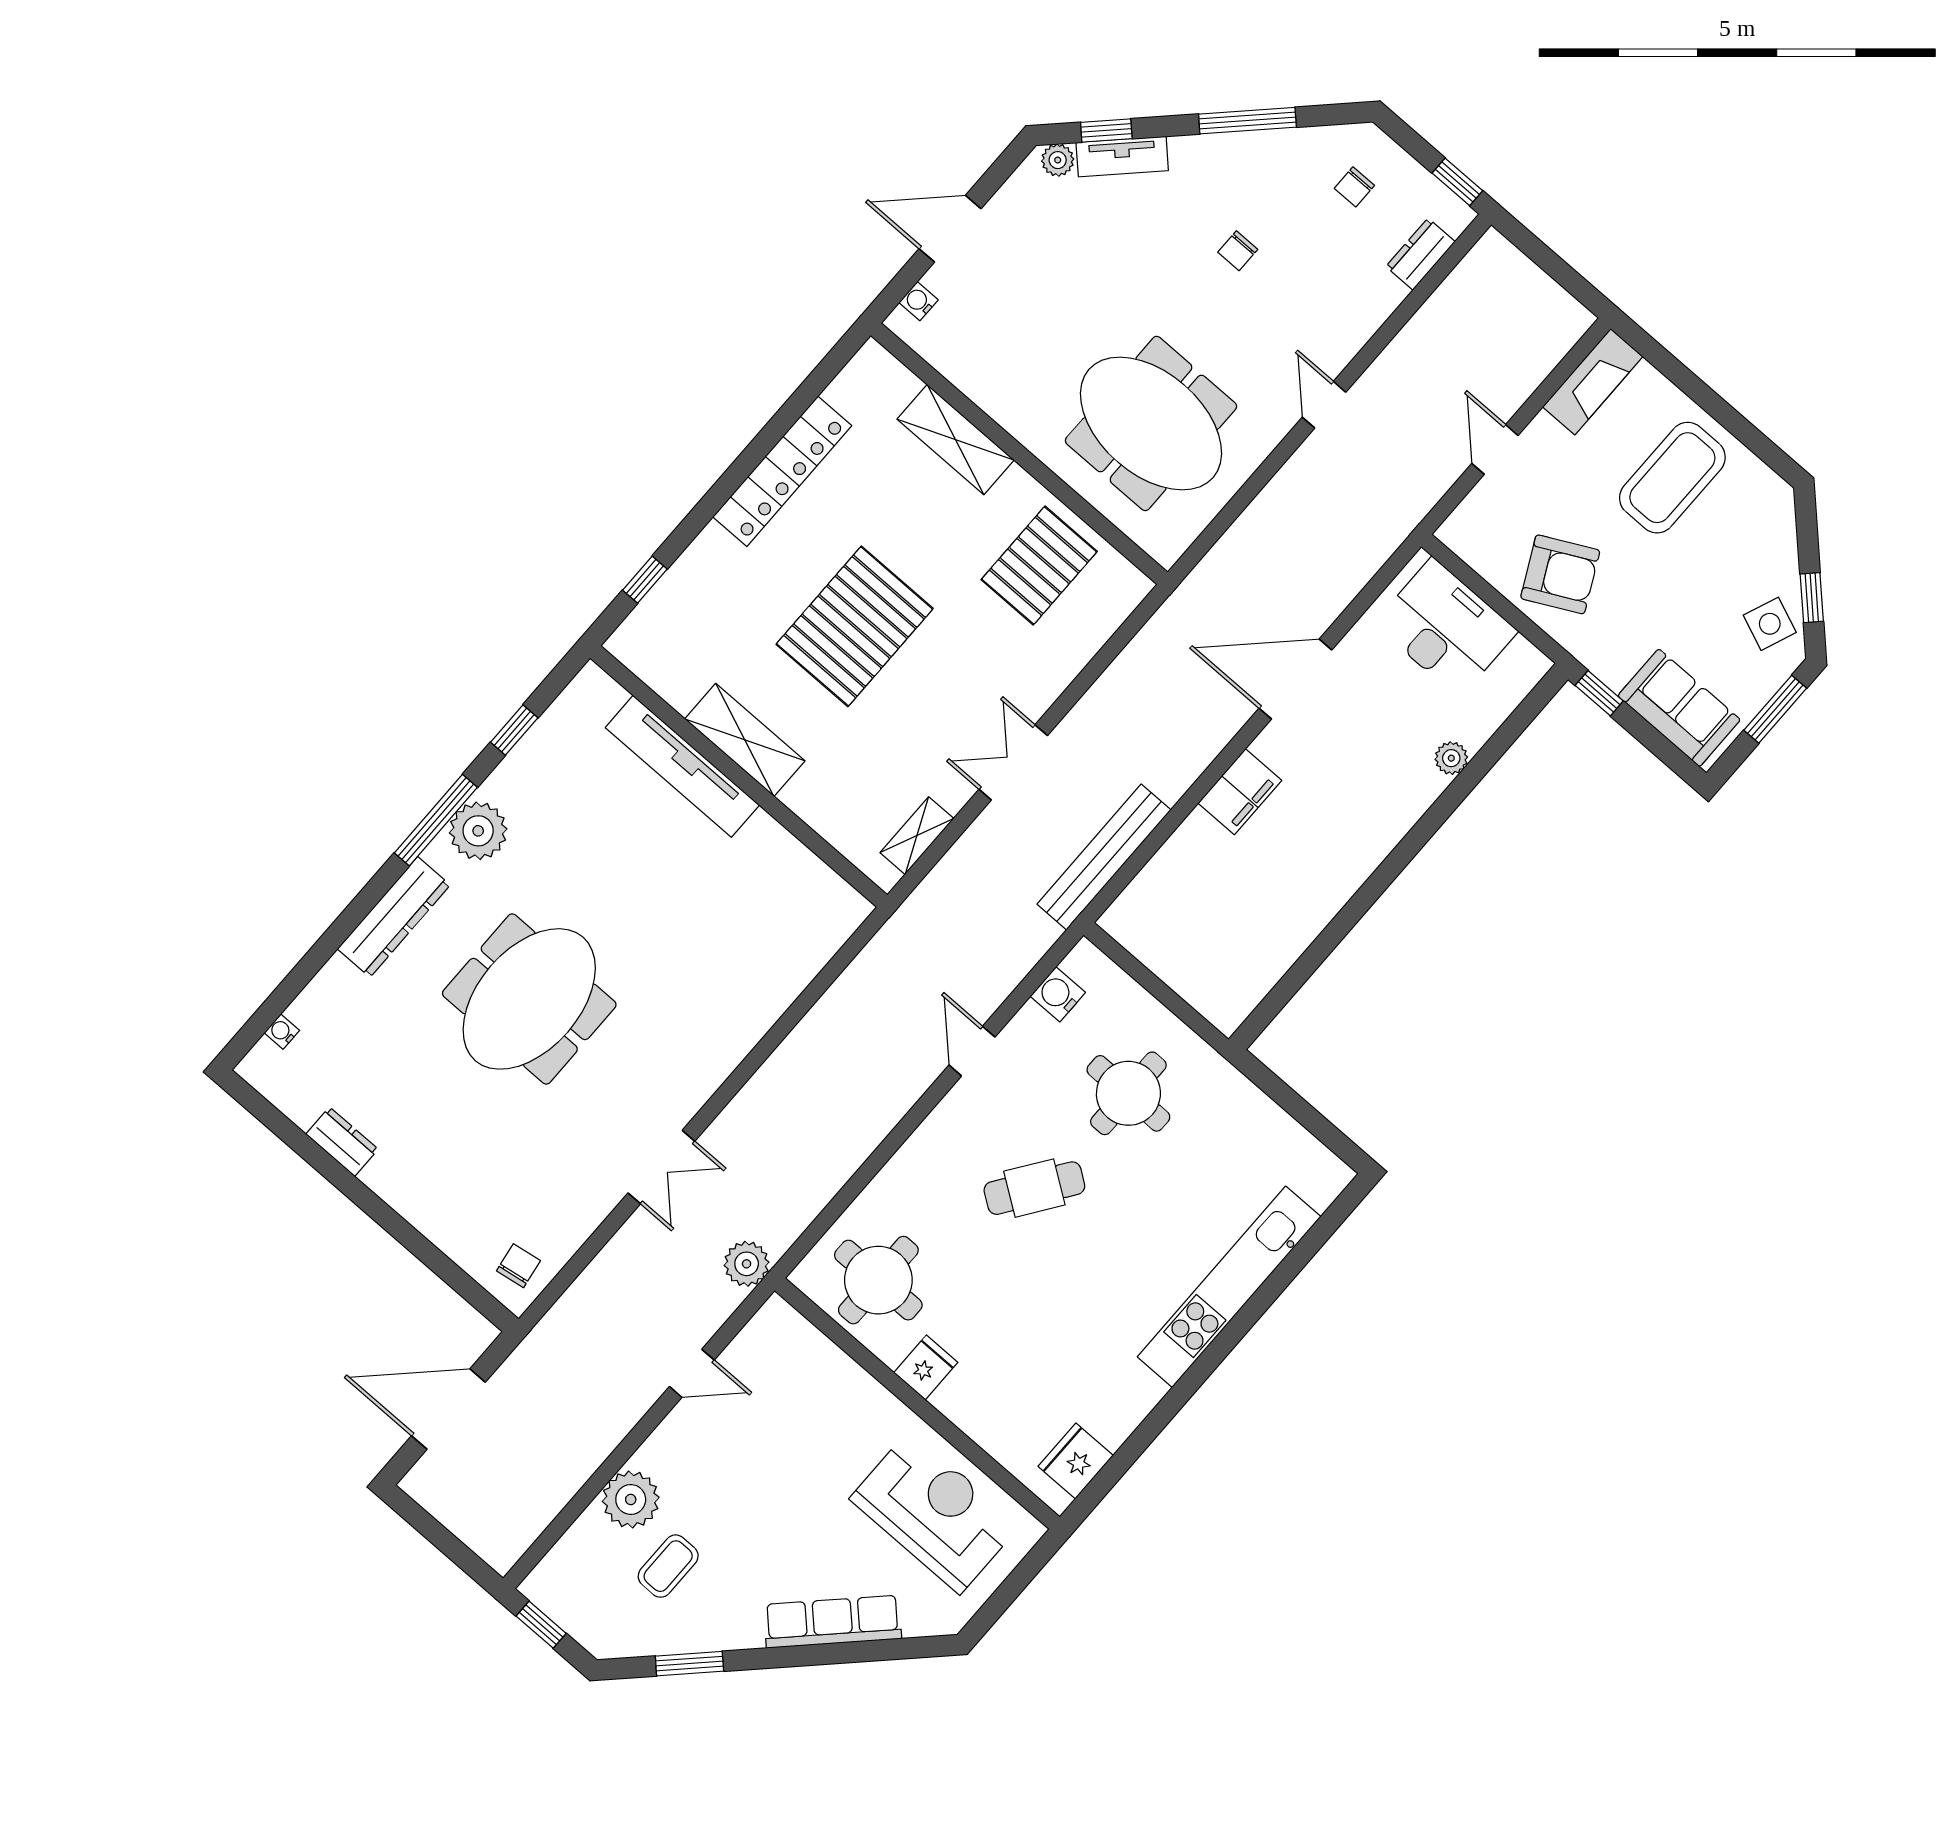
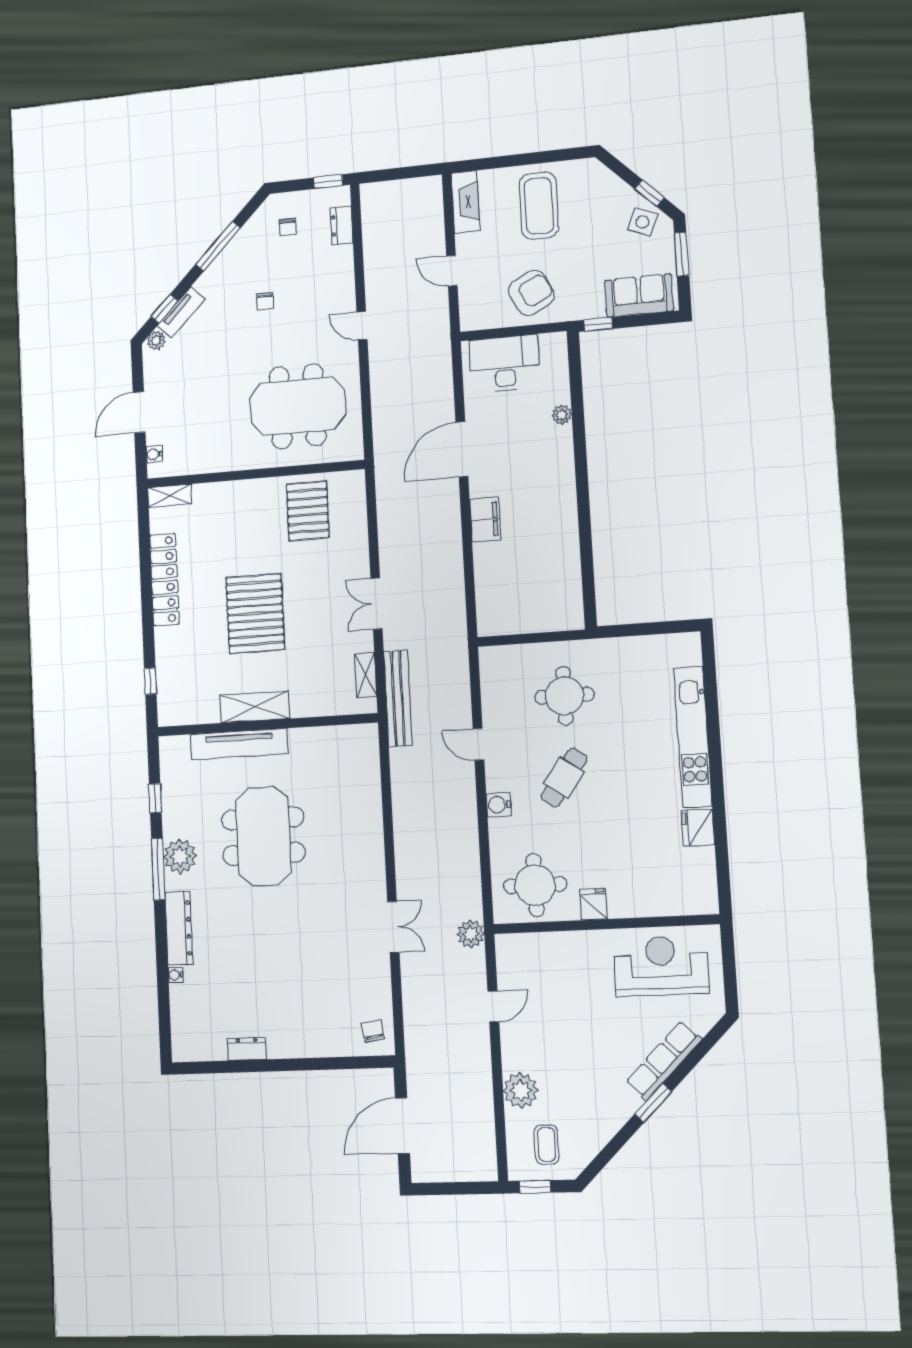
shelving: (956, 440) -> (170, 496), moved, width x0.67, depth x0.75
bench: (1104, 857) -> (398, 698), moved
water cooler: (1058, 994) -> (499, 805), moved
meeting table: (529, 999) -> (263, 836), moved
water cooler: (282, 1032) -> (176, 975), moved
fridge: (1076, 1461) -> (698, 827), moved
coffee table: (668, 1566) -> (547, 1144), moved
window: (689, 1664) -> (653, 1103), moved

